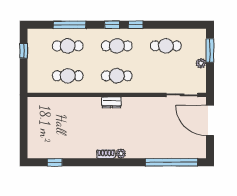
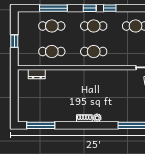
window: (24, 51) -> (14, 41), moved
dresser: (111, 102) -> (37, 74), moved
window: (55, 162) -> (41, 125), width x2.17

